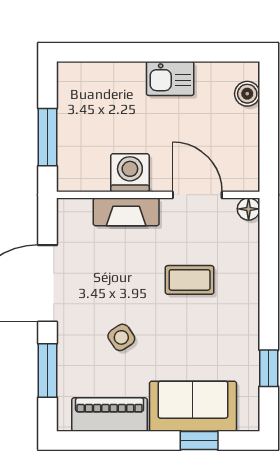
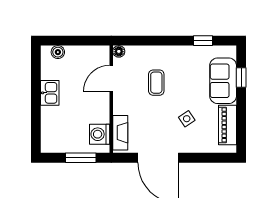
washing machine: (130, 173) -> (100, 134), moved
fireplace: (126, 212) -> (120, 133), moved
window: (47, 371) -> (204, 158), removed

